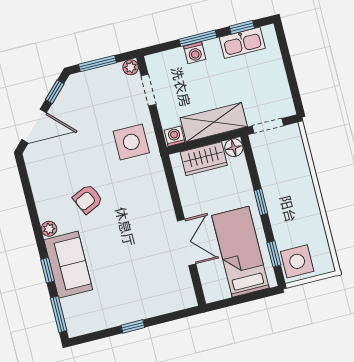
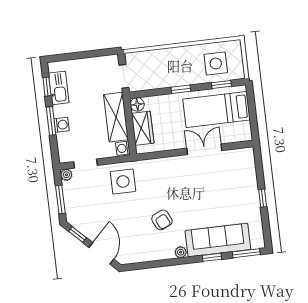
side table: (297, 261) -> (216, 63), moved
sofa: (68, 265) -> (218, 240), width x1.36

